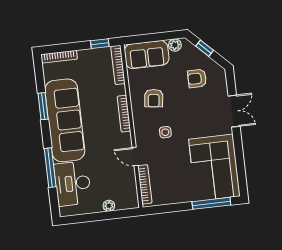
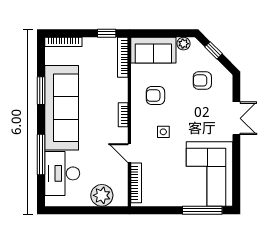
armchair: (154, 98) -> (155, 96), turned 83
bookcase: (124, 114) -> (123, 115), width x0.64
plant: (109, 206) -> (102, 195), width x1.88, depth x1.88

